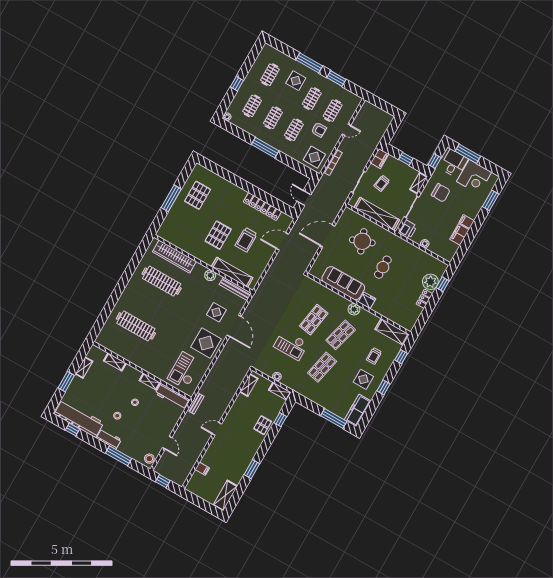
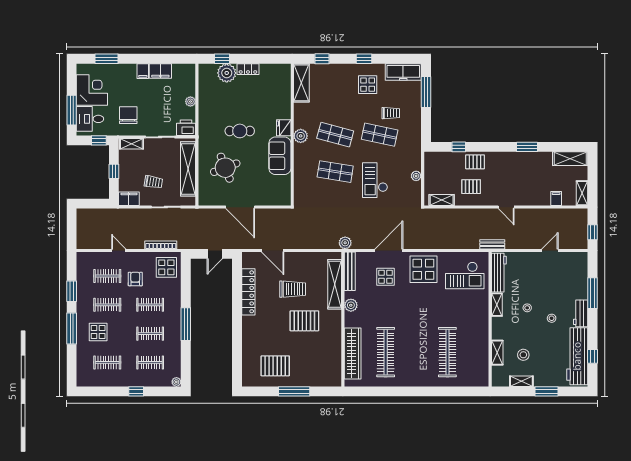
sofa: (343, 283) -> (280, 156), width x0.73
plant: (258, 297) -> (345, 243), added
checkout: (291, 345) -> (375, 180), turned 180
trolley: (374, 356) -> (391, 113), moved
shelving: (280, 391) -> (582, 193), moved
pallet: (246, 412) -> (471, 187), added
stool: (149, 459) -> (523, 355), moved

